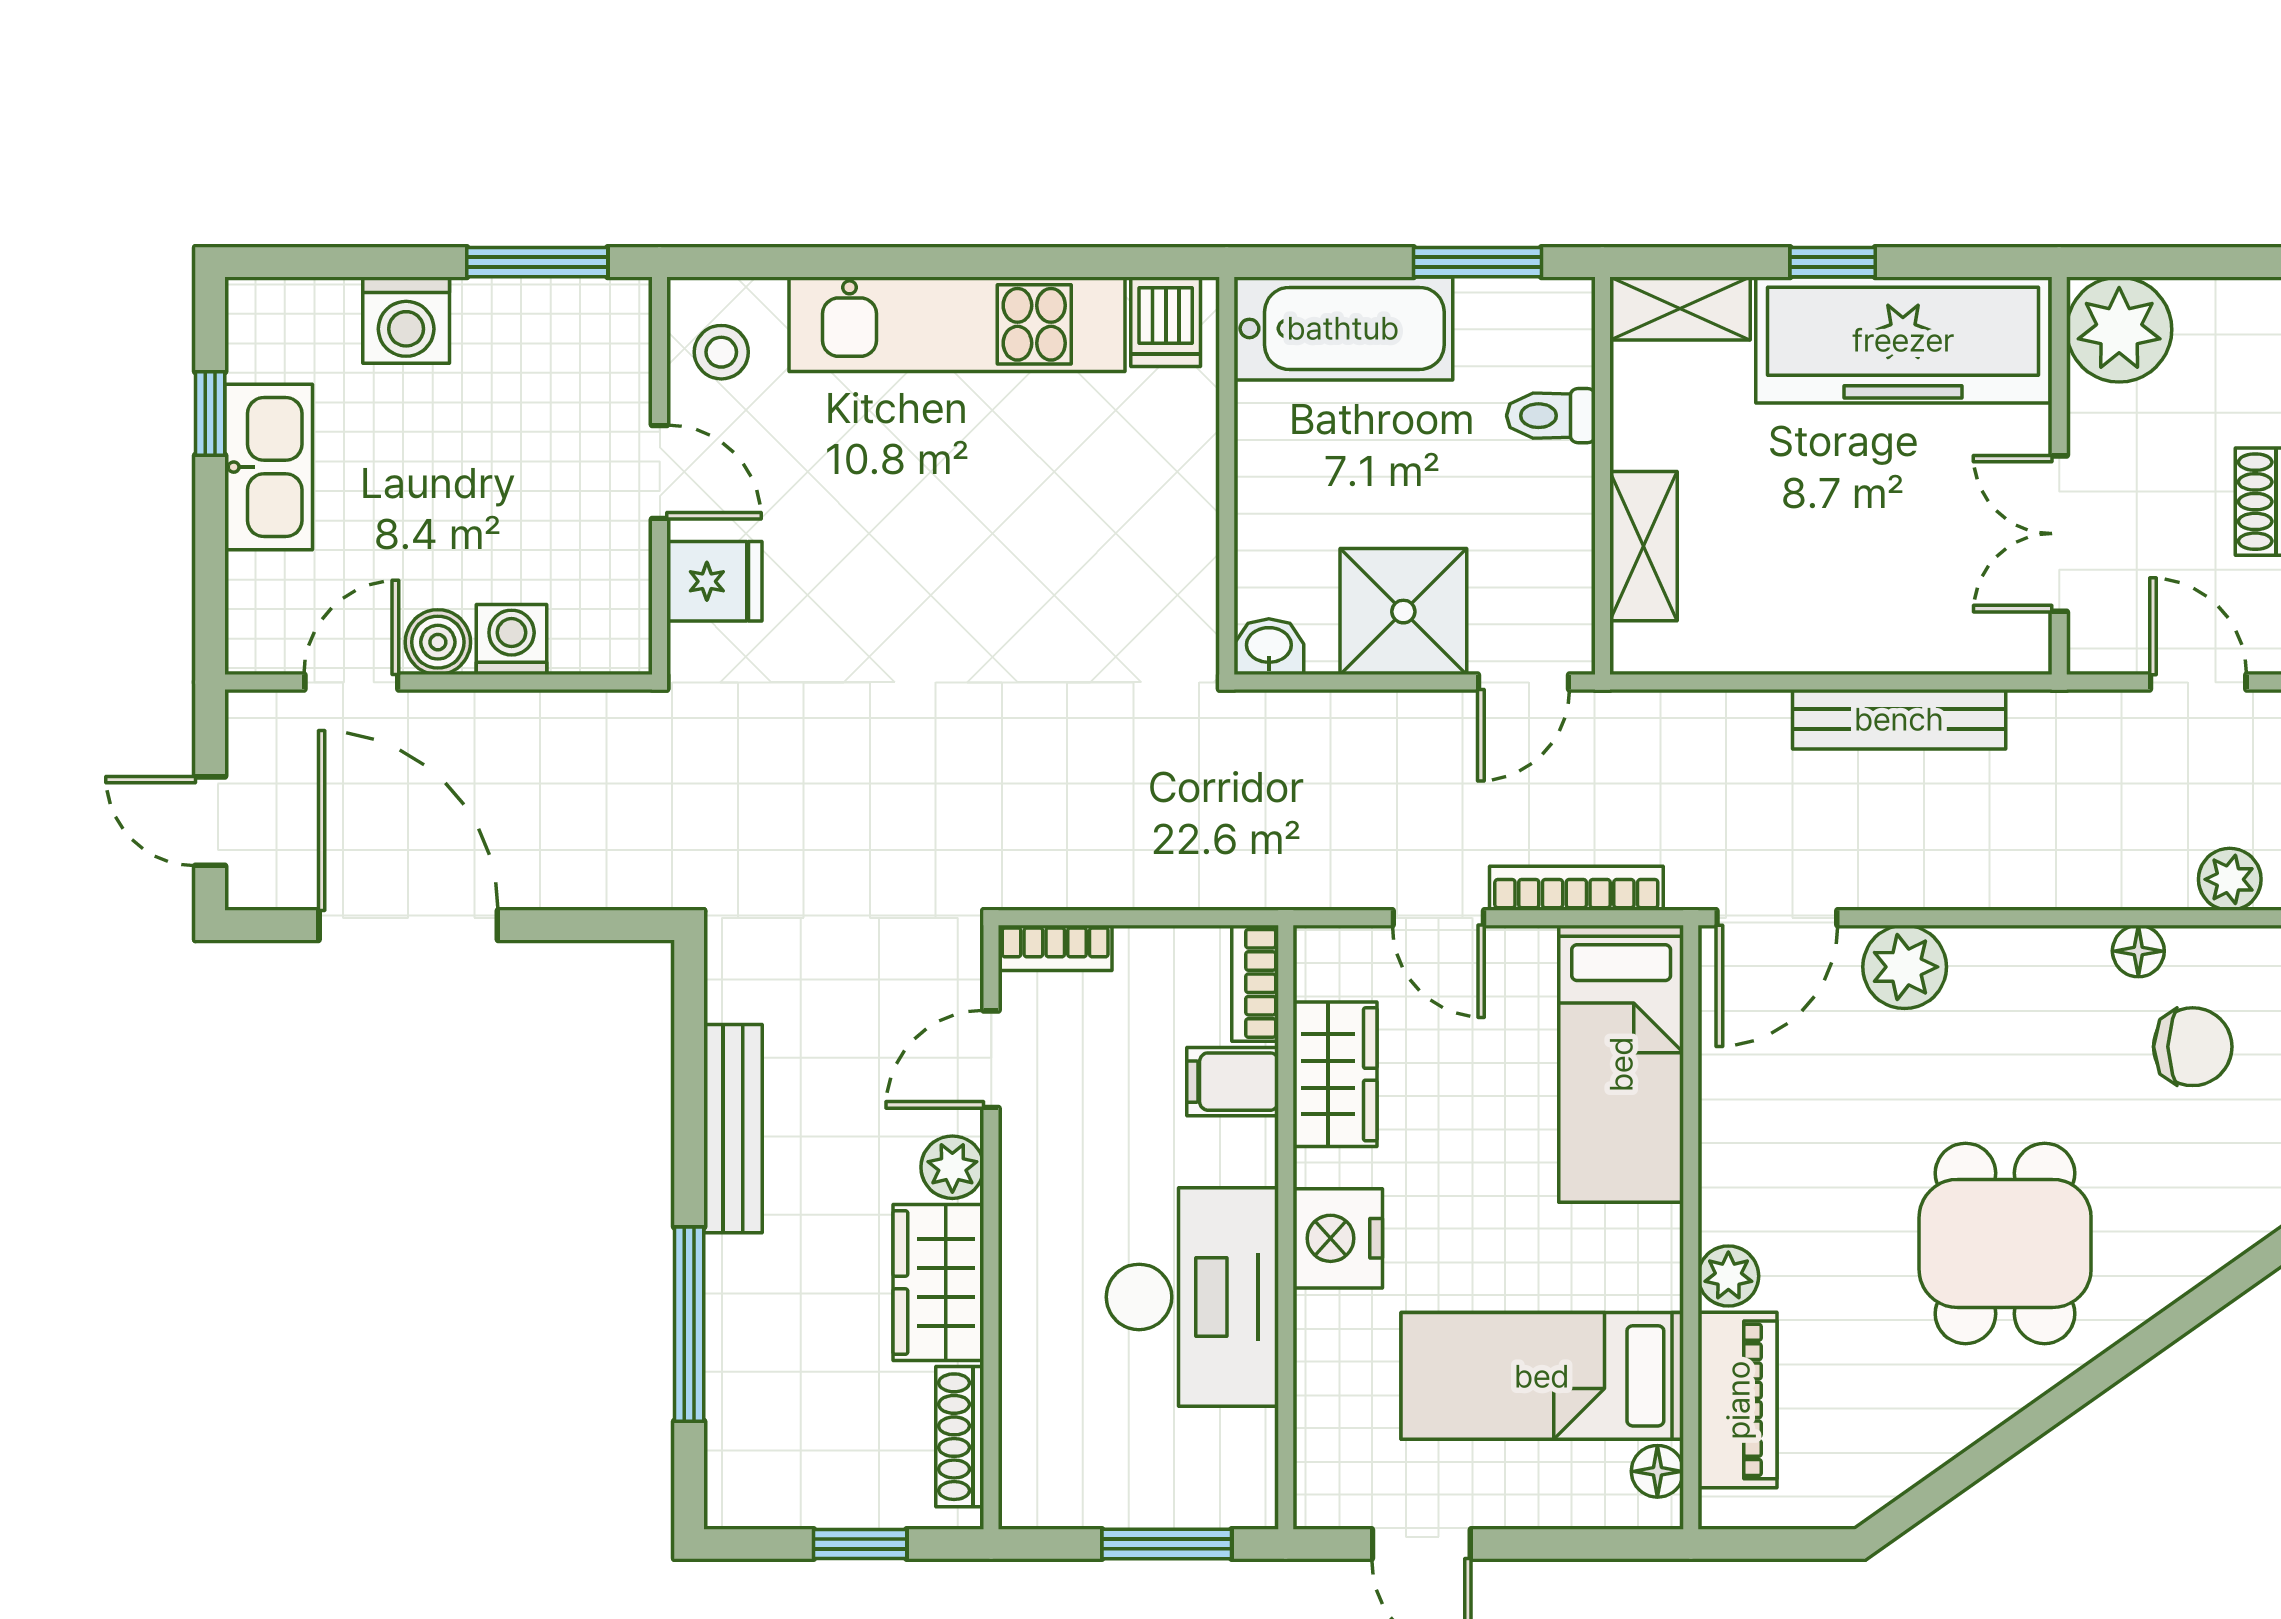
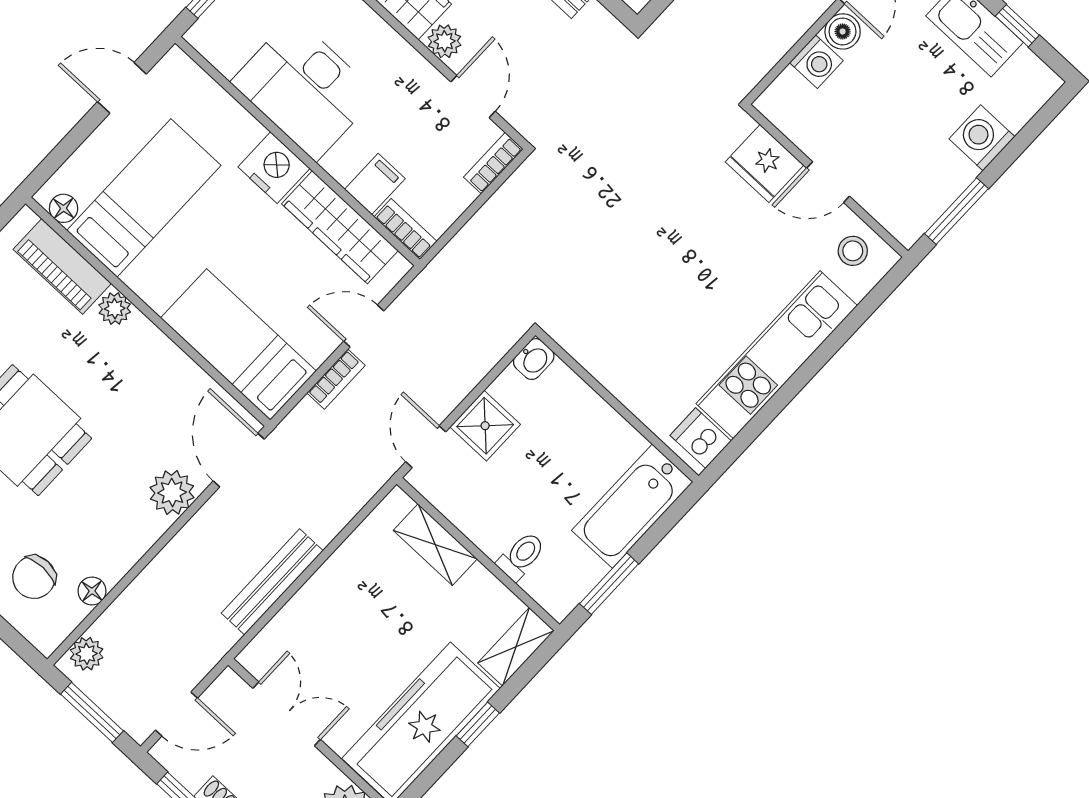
fridge: (714, 581) -> (765, 164), width x1.38
shower: (1403, 612) -> (485, 426), width x0.73, depth x0.73
bookcase: (1576, 888) -> (336, 379), width x0.64
wardrobe: (1335, 1074) -> (340, 227), width x1.50

